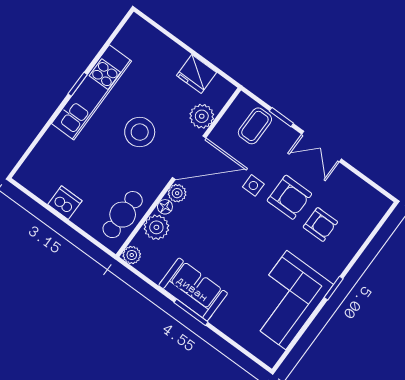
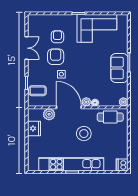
kitchen unit: (92, 92) -> (71, 164), width x1.36
stool: (140, 132) -> (84, 134), moved
double door: (322, 146) -> (27, 48), moved
dishwasher: (65, 203) -> (122, 165), moved
plant: (156, 227) -> (106, 100), removed

